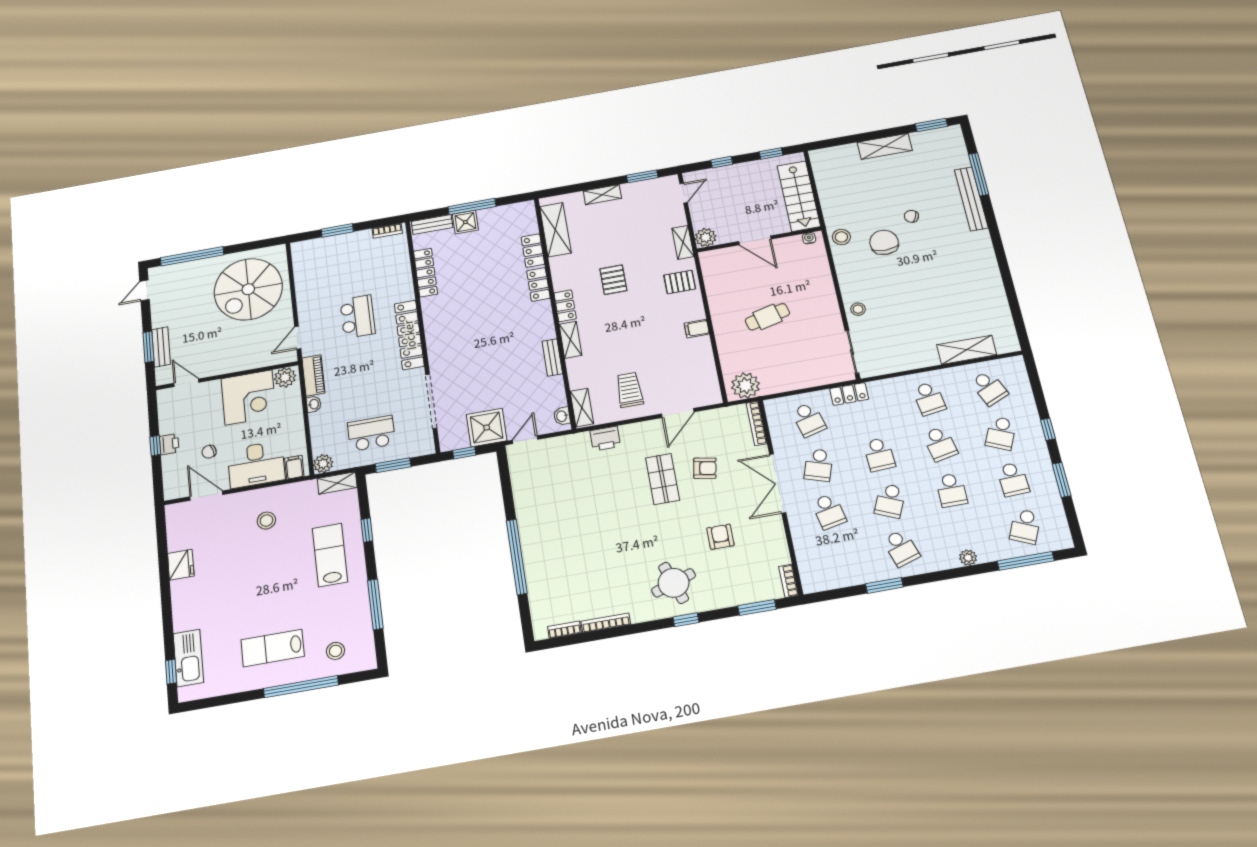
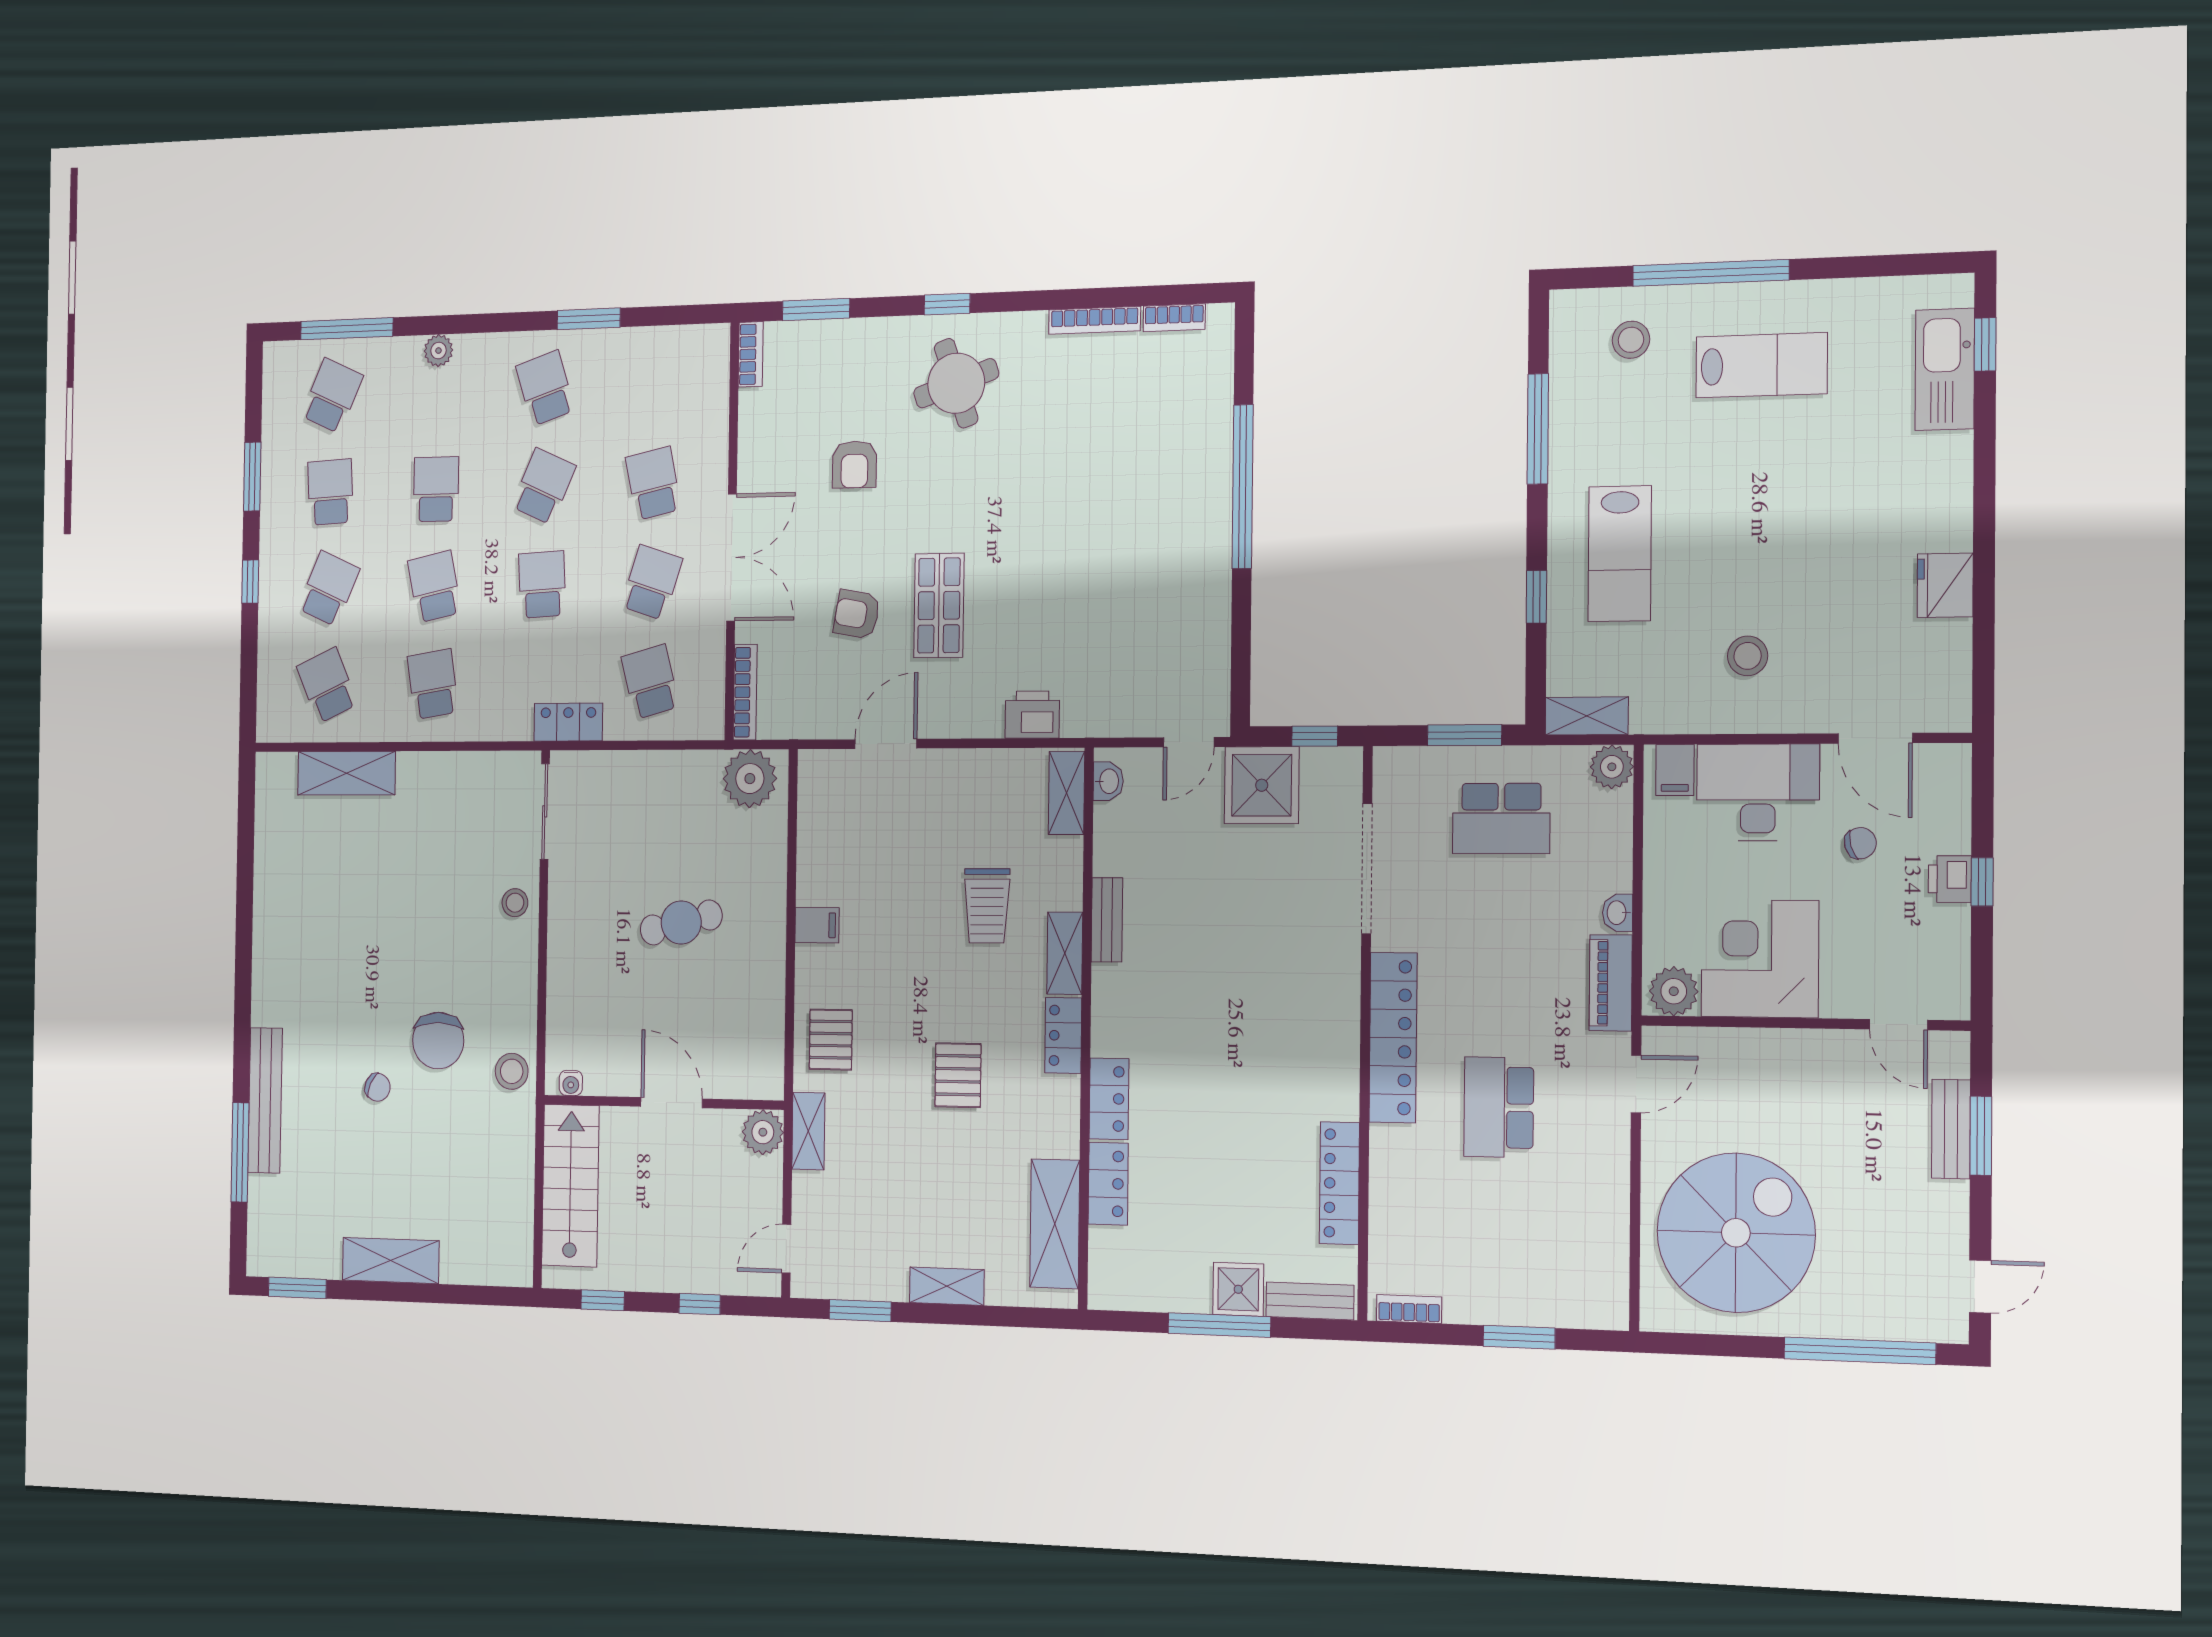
pallet: (680, 282) -> (831, 1040), turned 90
trolley: (629, 390) -> (987, 906), moved

